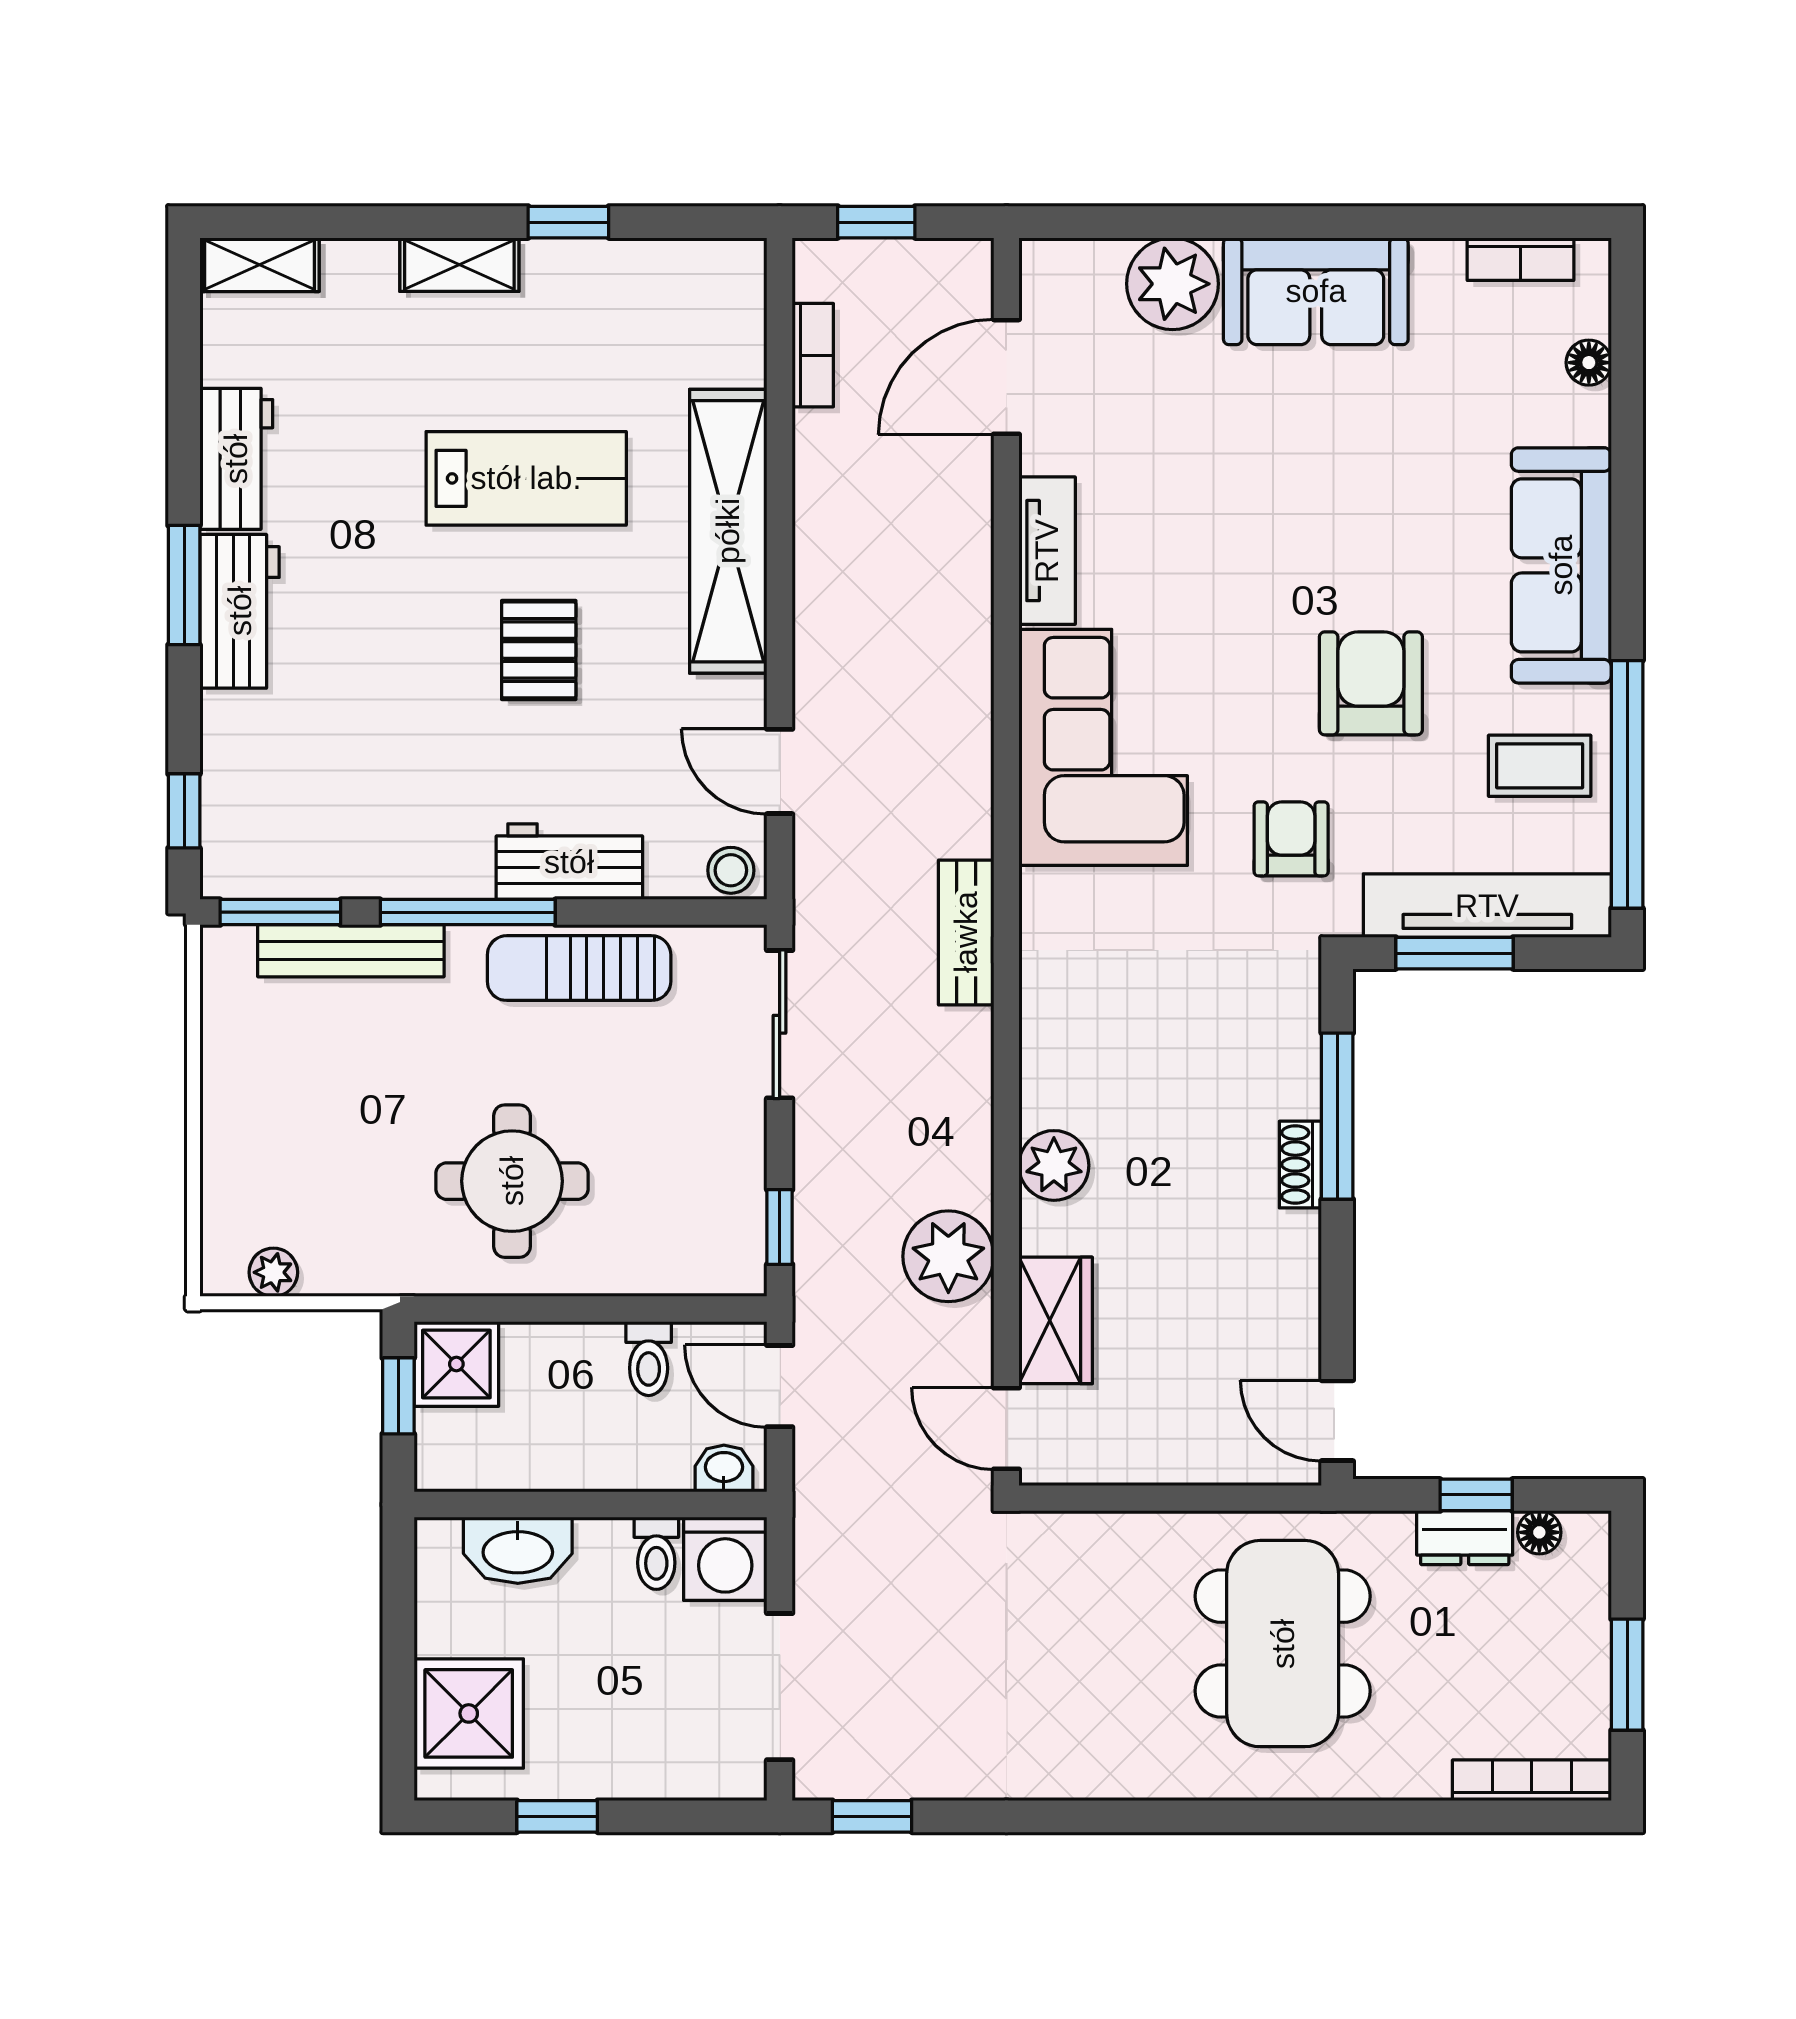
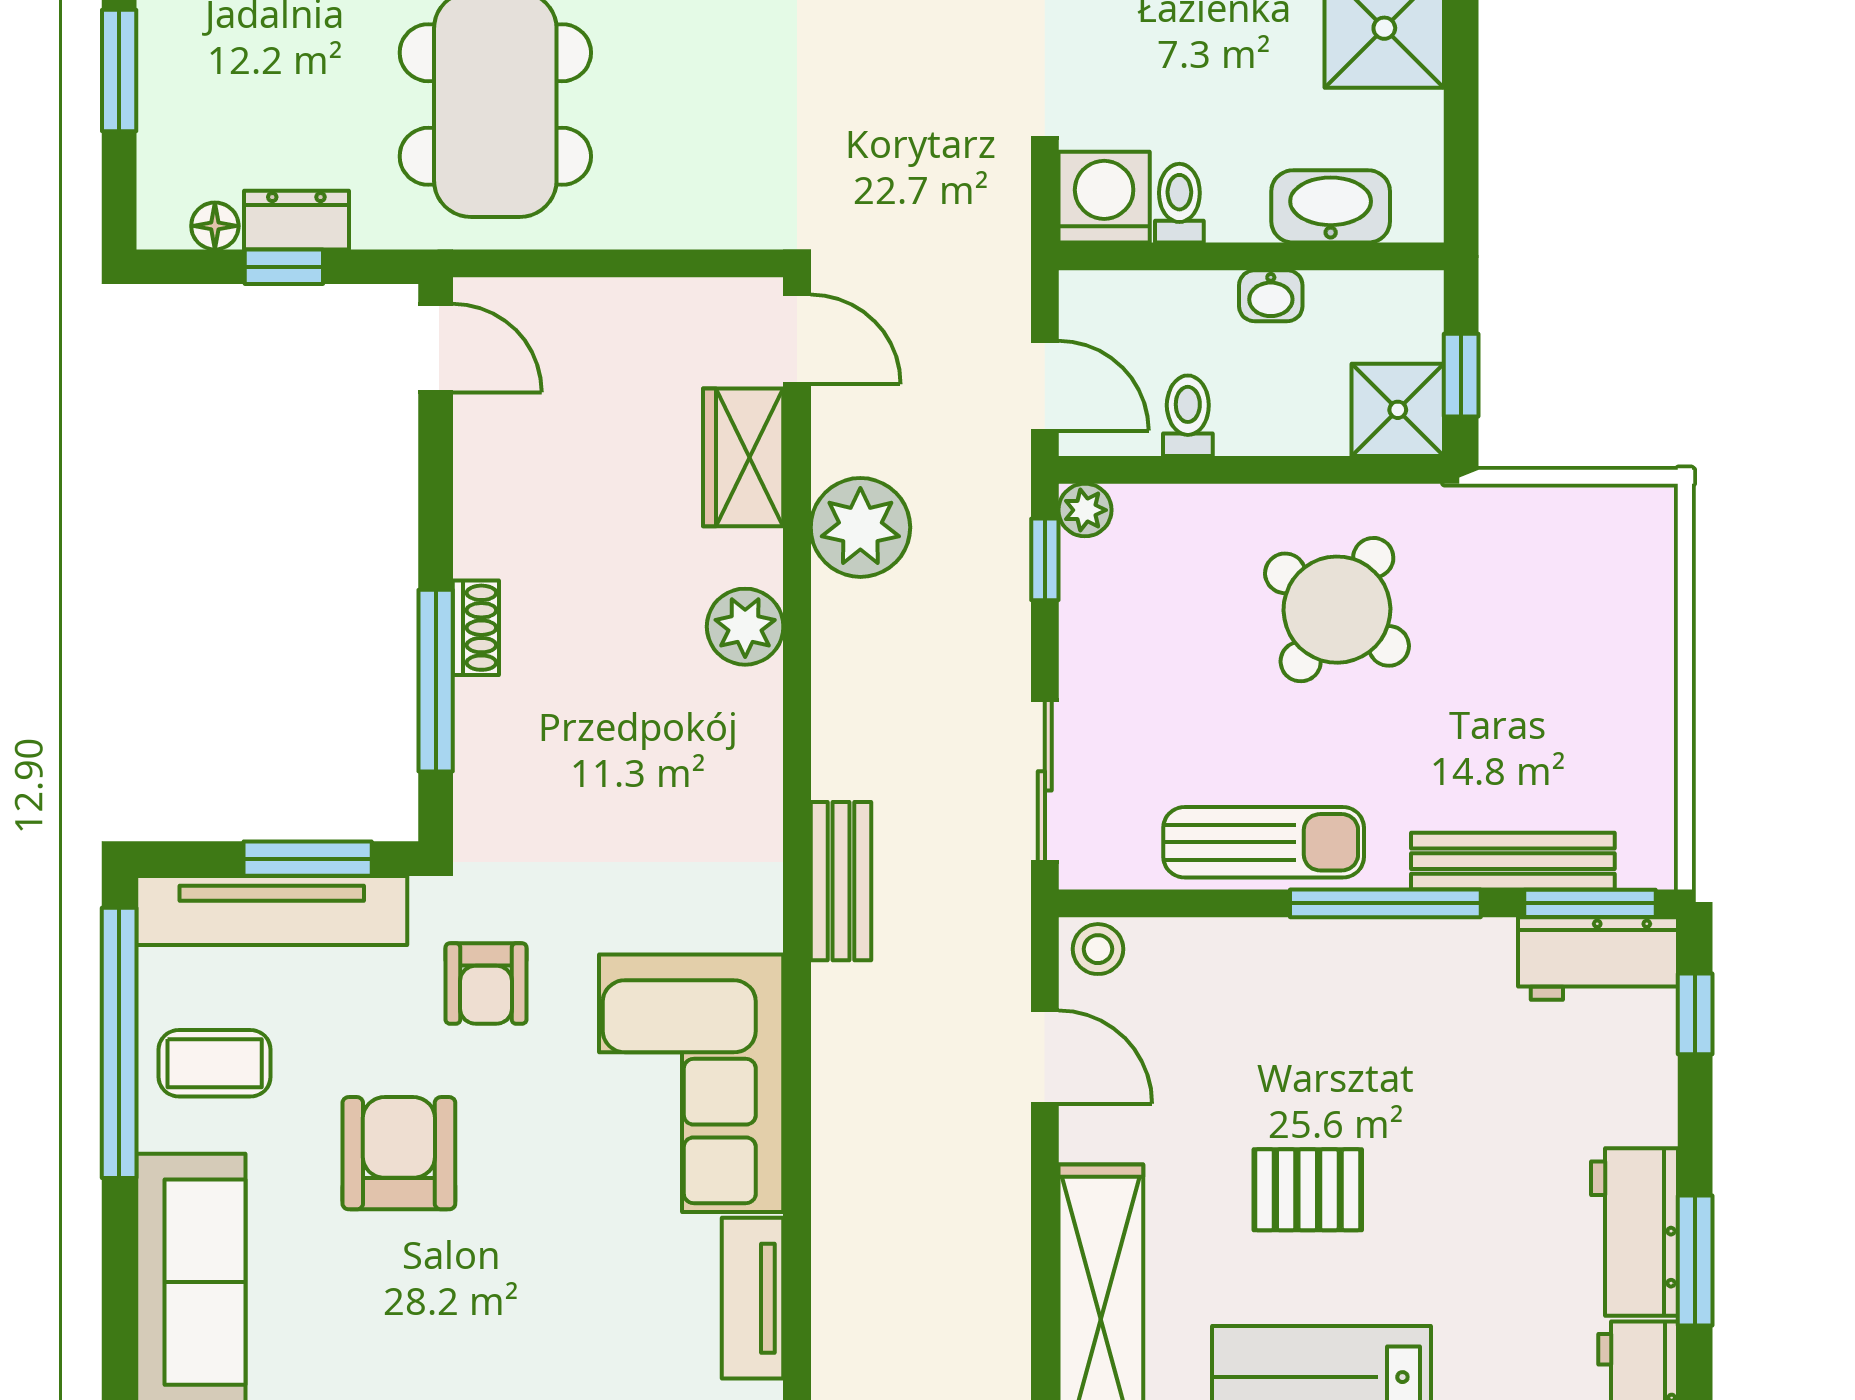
pallet: (539, 650) -> (1308, 1190), turned 90
armchair: (1371, 683) -> (399, 1153), turned 180
workbench: (569, 862) -> (1598, 958), moved
round table: (512, 1181) -> (1337, 610), turned 35
plant: (273, 1272) -> (1085, 510), moved
washbasin: (724, 1468) -> (1271, 296), moved

